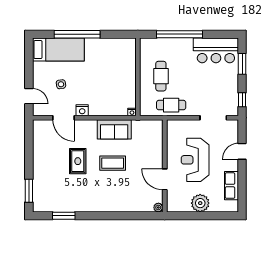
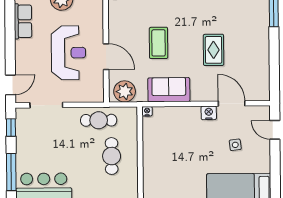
window: (242, 64) -> (11, 172), width x1.44
plant: (150, 128) -> (125, 91), added
door: (242, 151) -> (11, 85), moved
coffee table: (113, 163) -> (159, 43), moved, turned 90
door: (165, 179) -> (106, 57), moved

